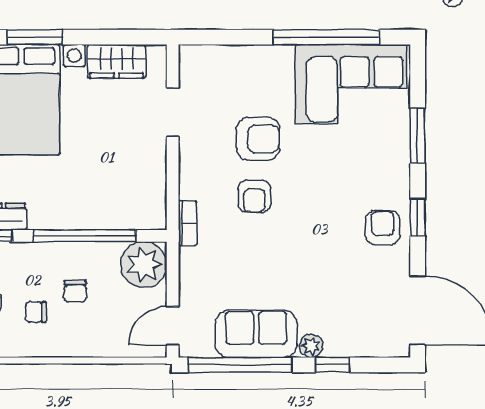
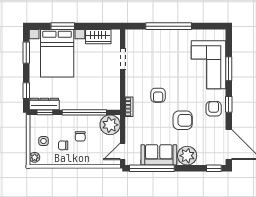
window: (326, 37) -> (169, 26), moved
corner sofa: (351, 84) -> (208, 65), moved, turned 90
armchair: (258, 139) -> (183, 120), moved
plant: (311, 346) -> (187, 156), width x1.87, depth x1.87
window: (332, 365) -> (214, 168), moved

